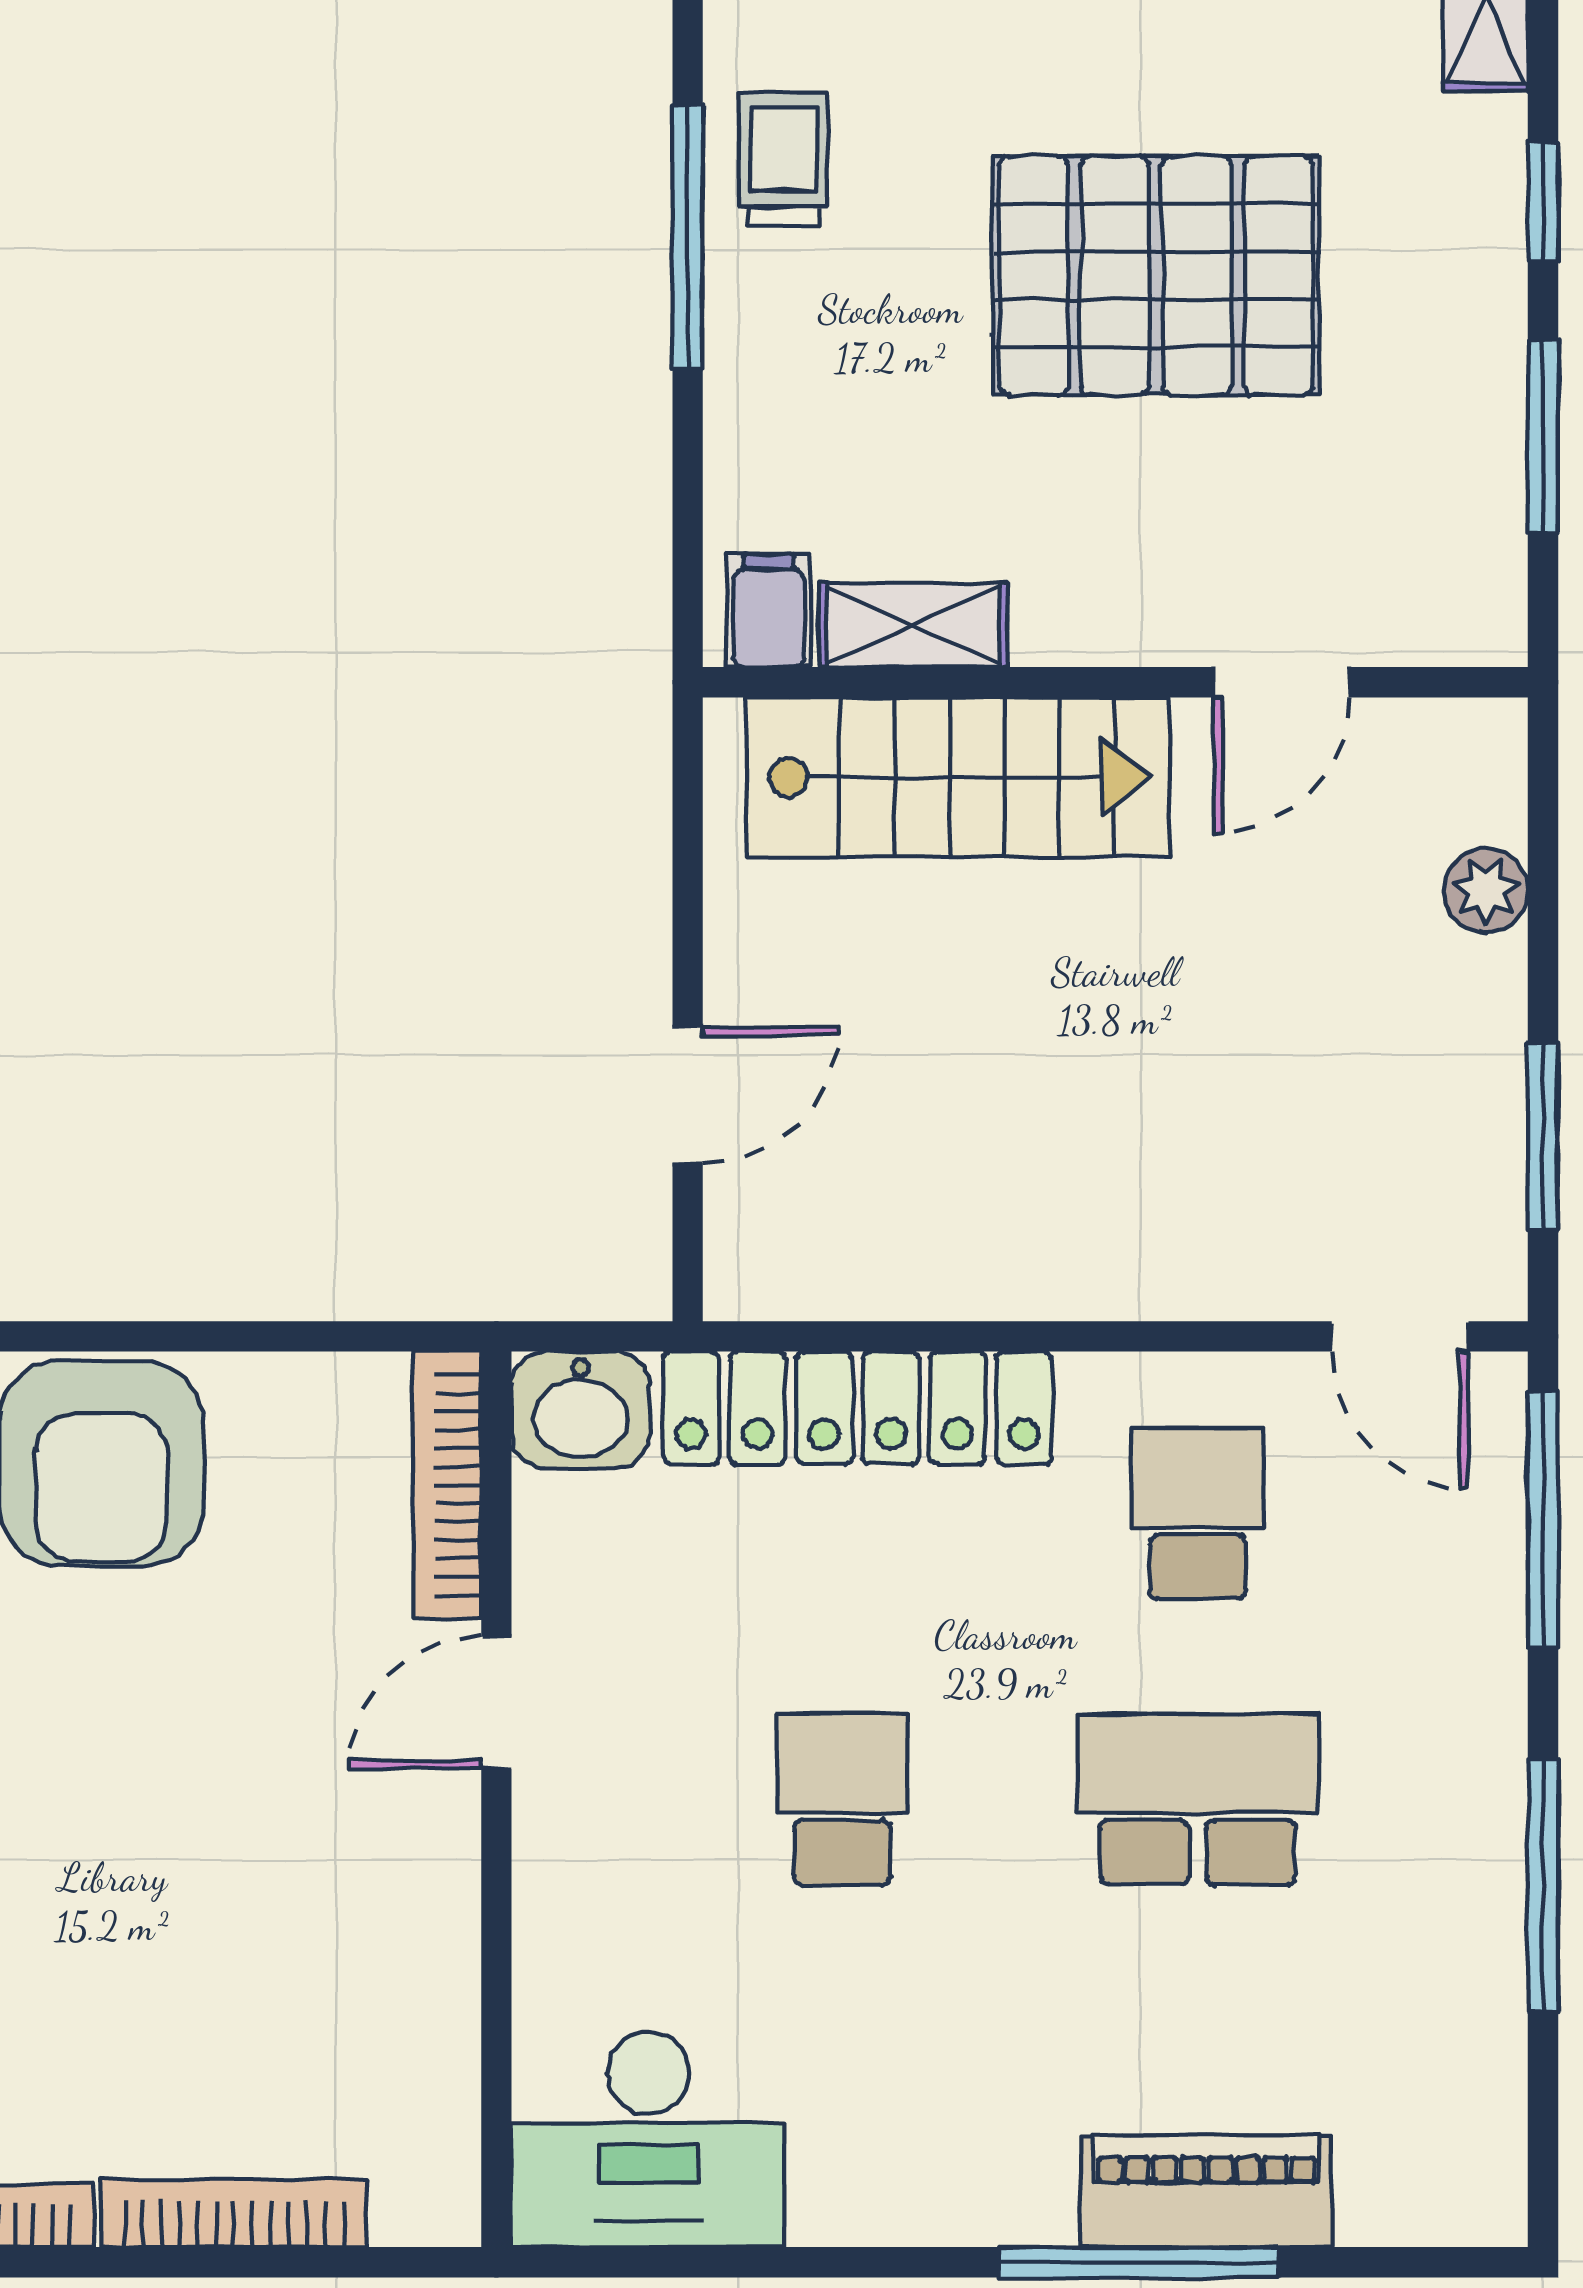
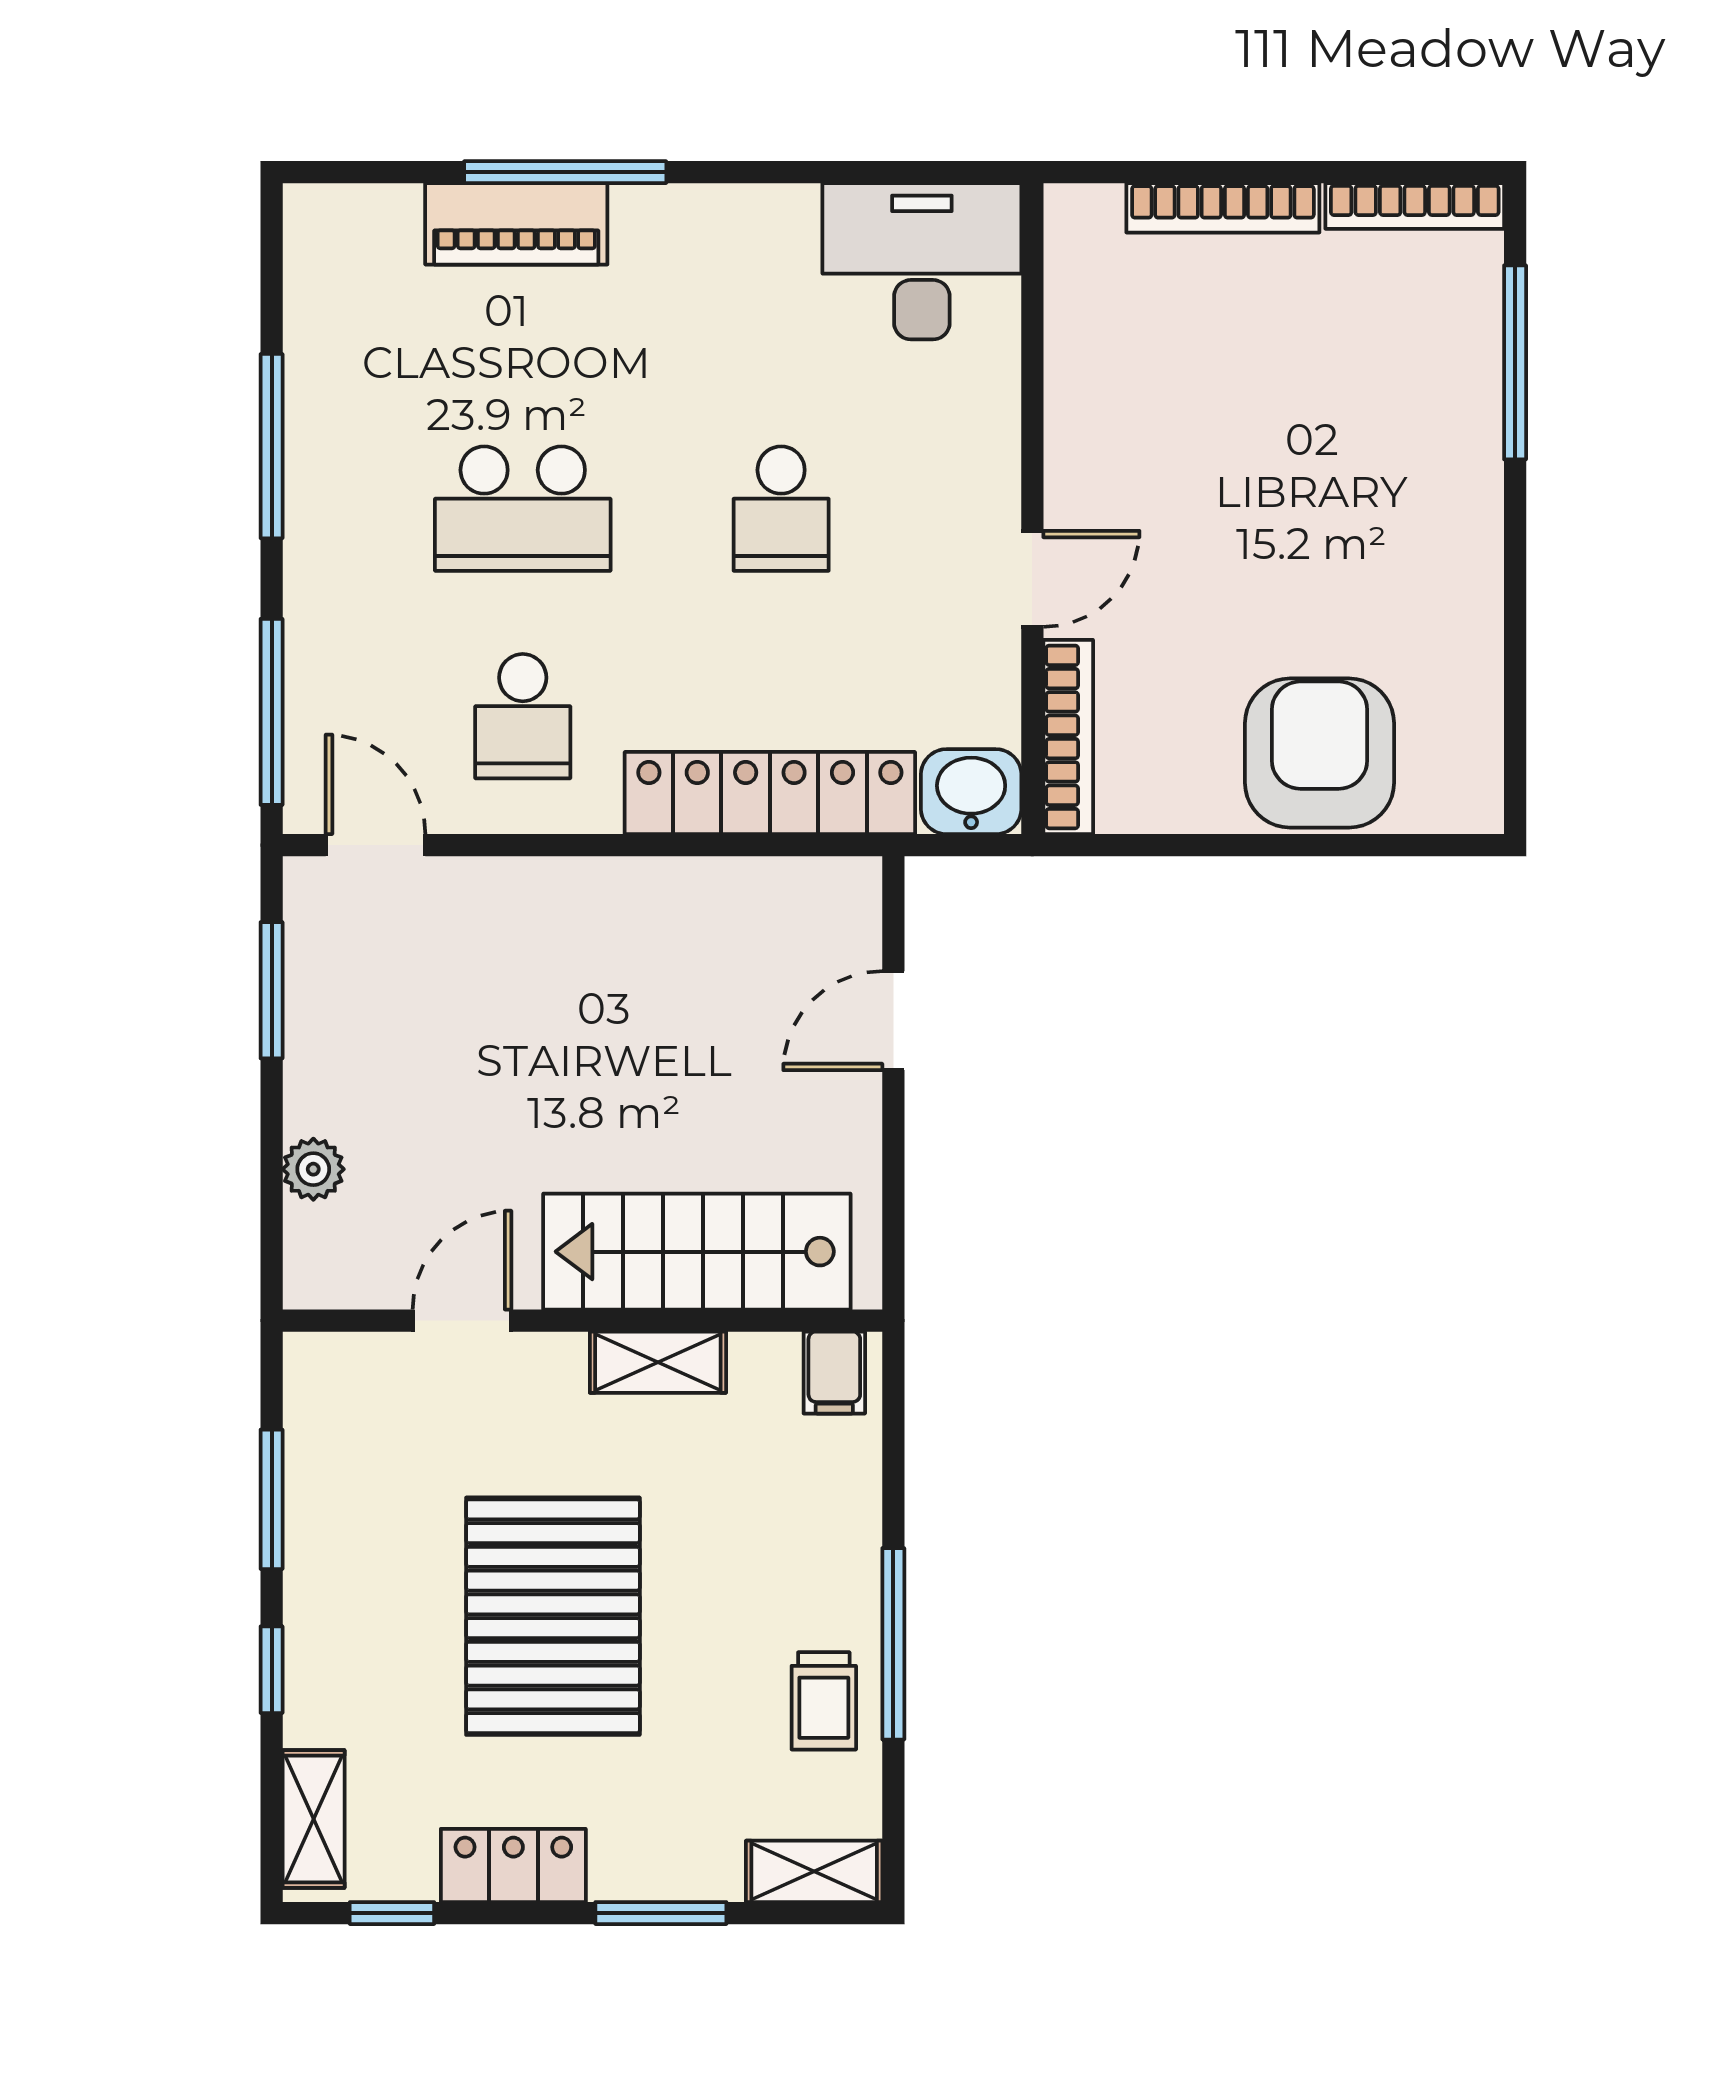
pallet: (1156, 275) -> (553, 1616), turned 90
shelving: (913, 625) -> (658, 1362), moved

